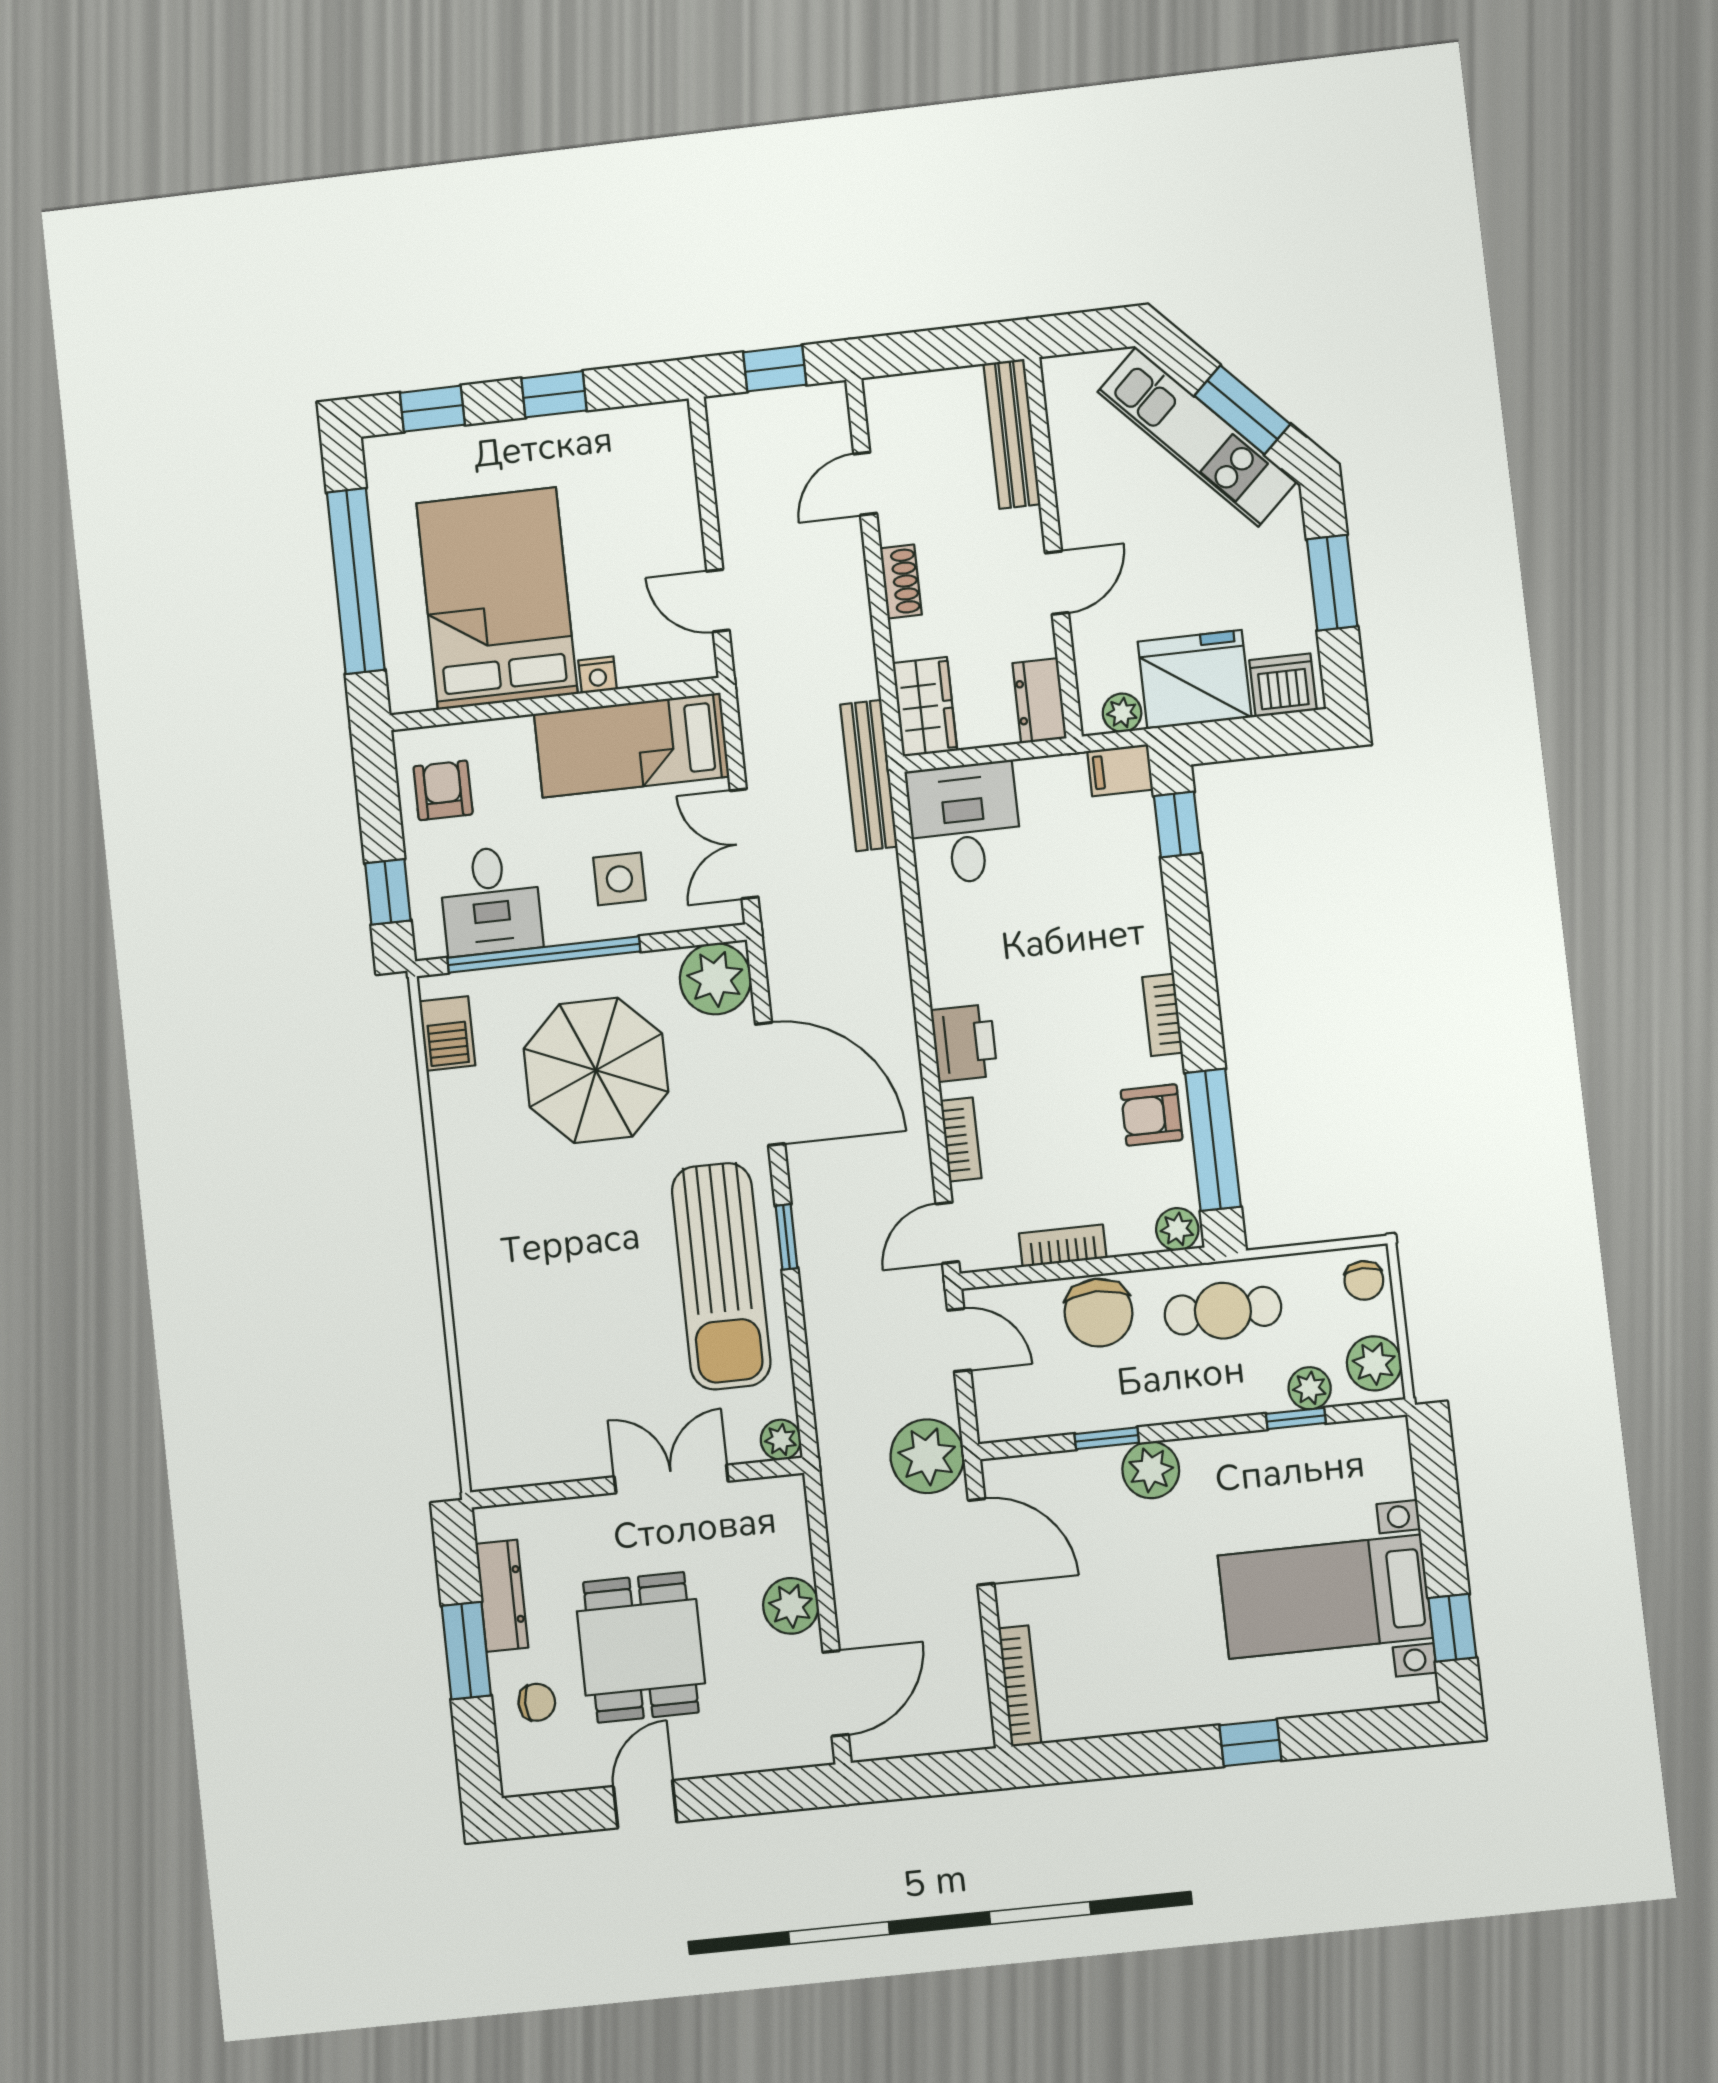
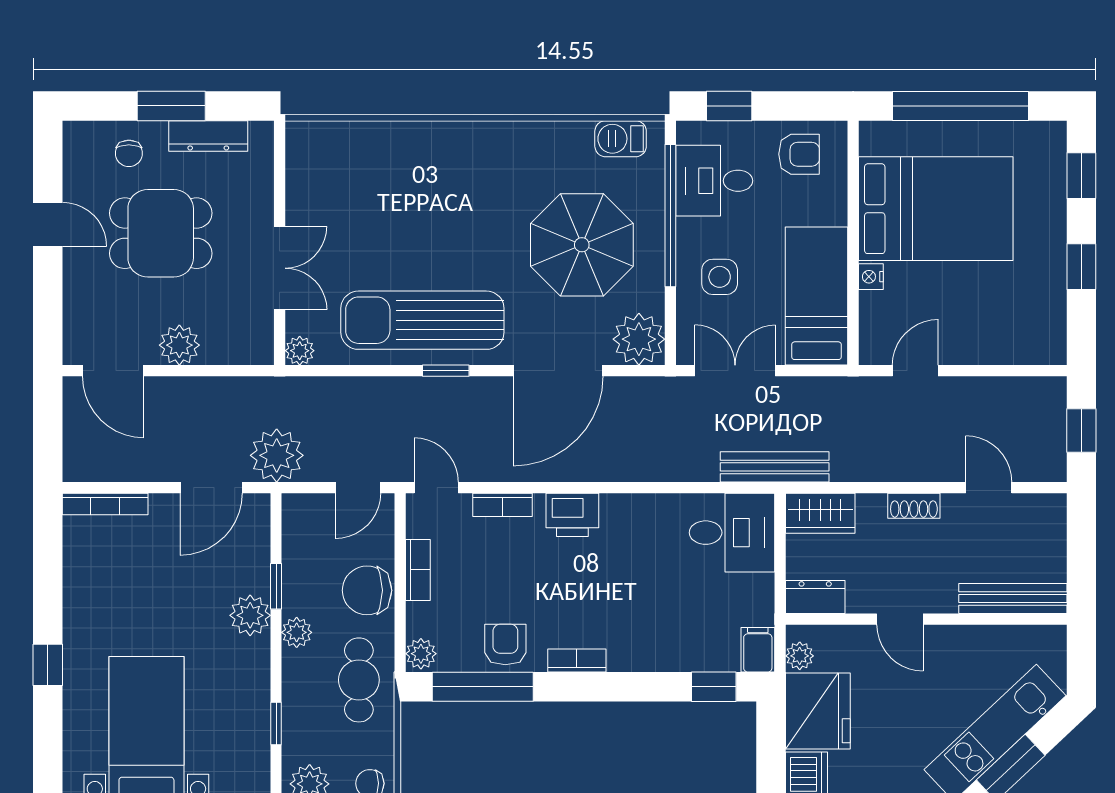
plant: (1310, 1388) -> (297, 632), moved

